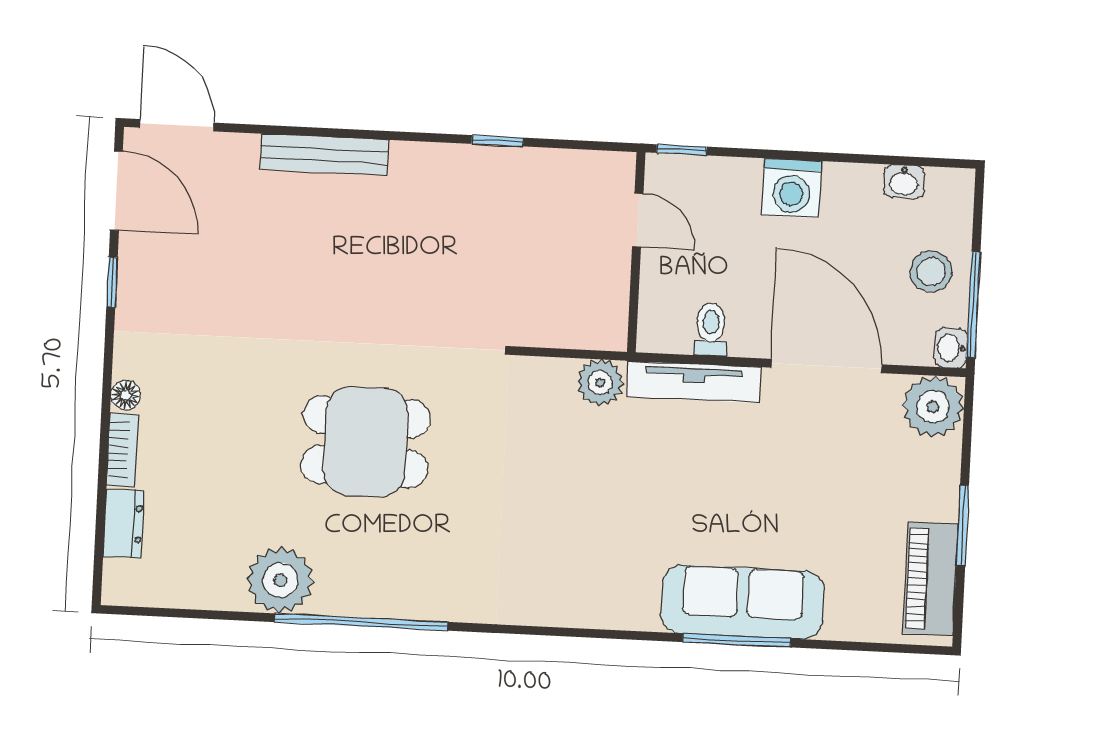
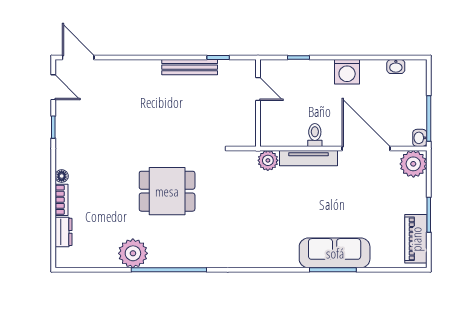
bench: (324, 155) -> (190, 67), moved
door: (116, 191) -> (53, 87), width x0.73
door: (638, 220) -> (258, 89), moved
wall: (636, 252) -> (258, 103), moved
stool: (931, 271) -> (410, 105), removed

